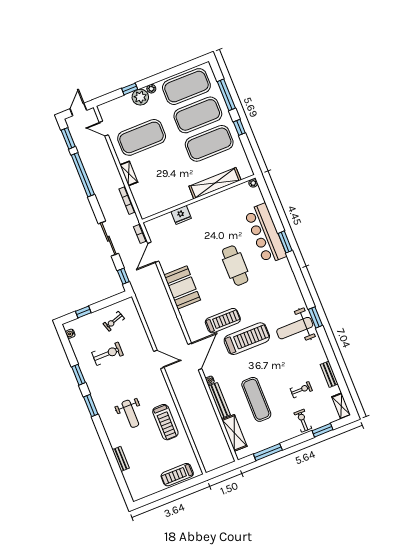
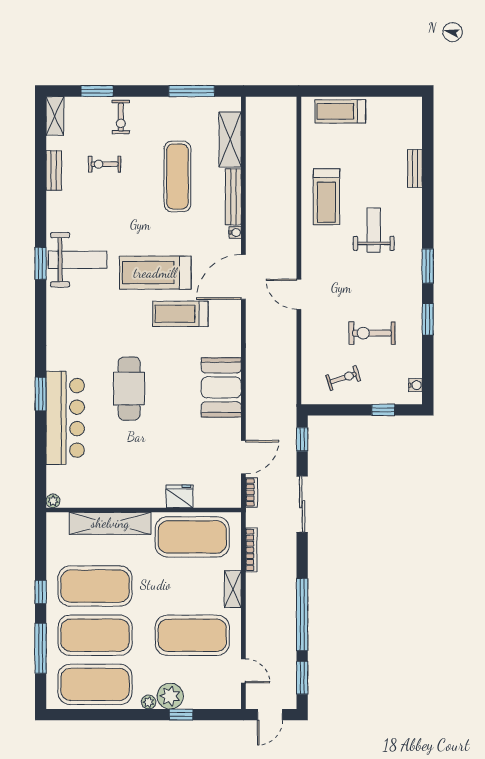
exercise mat: (164, 194) -> (192, 537), added
treadmill: (165, 422) -> (326, 197), turned 180
treadmill: (177, 475) -> (340, 111), turned 180

